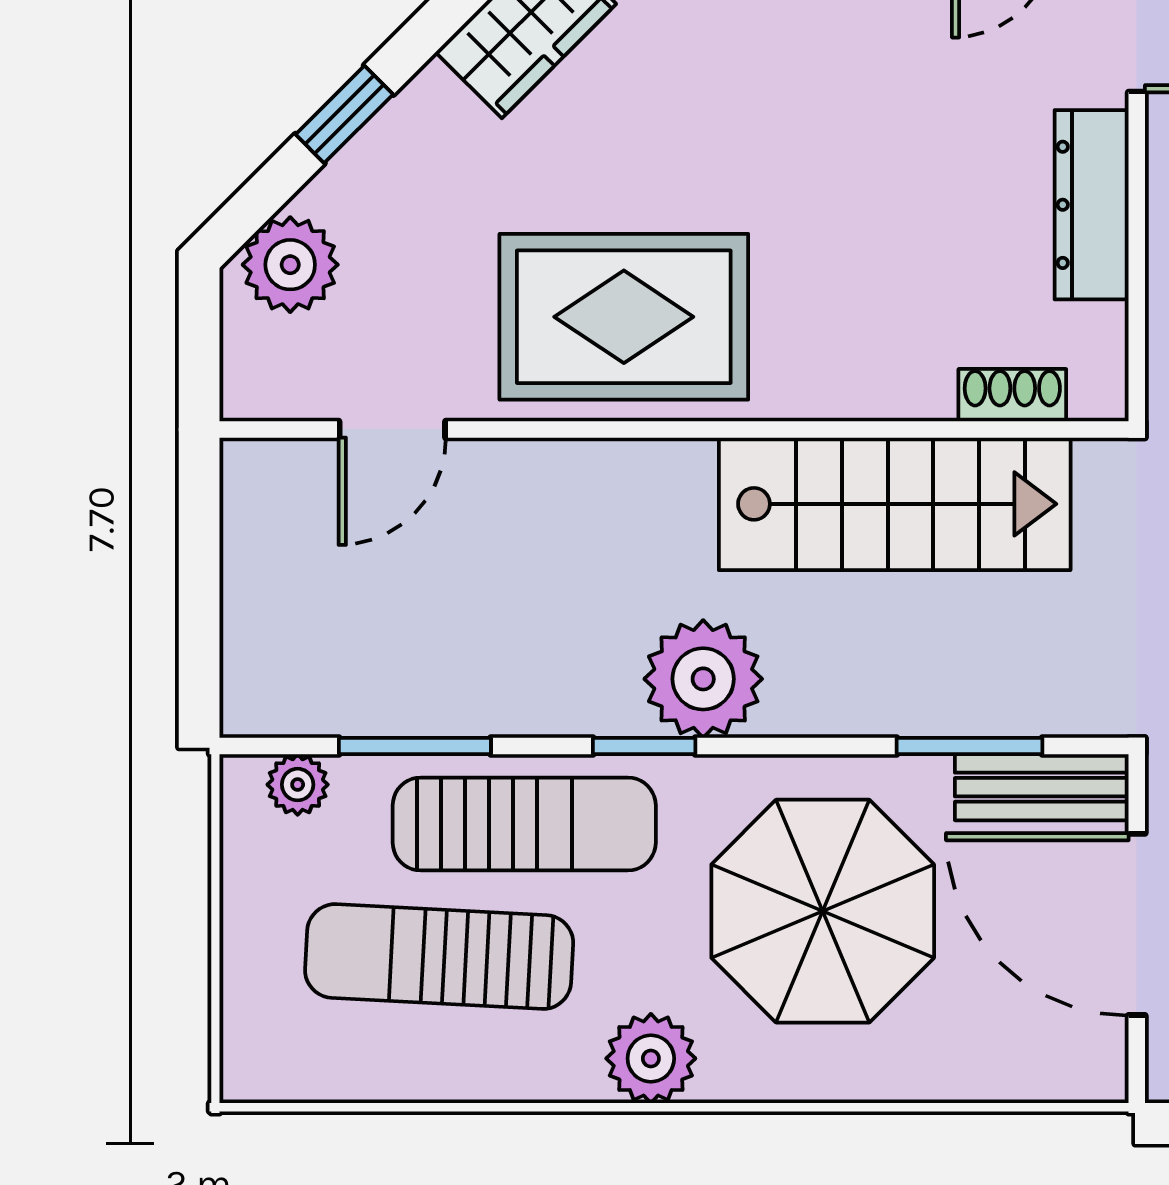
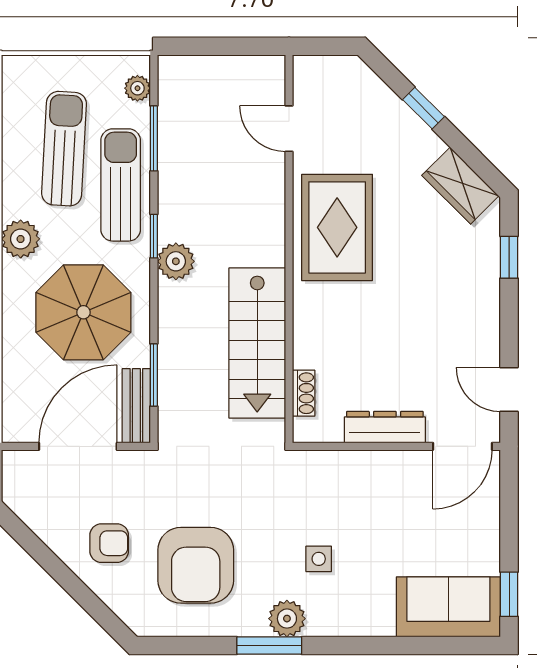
plant: (290, 265) -> (359, 85), removed
plant: (703, 679) -> (176, 261), width x0.73, depth x0.73
sun lounger: (524, 824) -> (121, 185), turned 180

